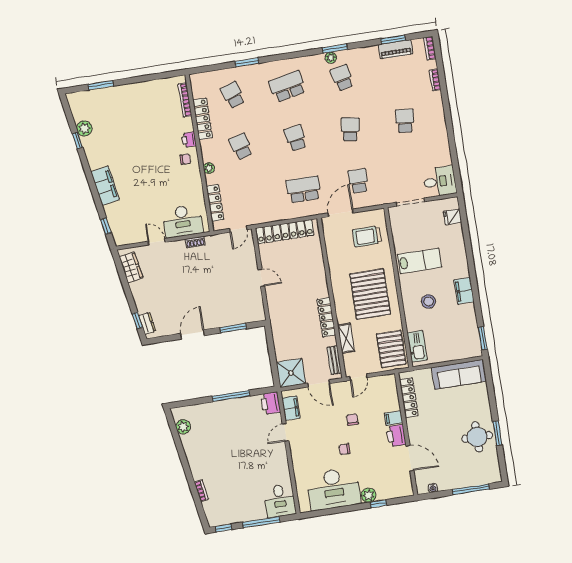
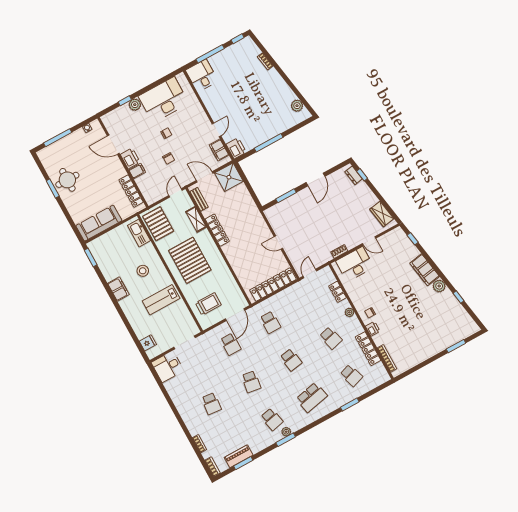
plant: (84, 128) -> (439, 286), moved
school desk: (304, 189) -> (270, 322), width x0.54
locker: (215, 203) -> (338, 292), width x0.66

